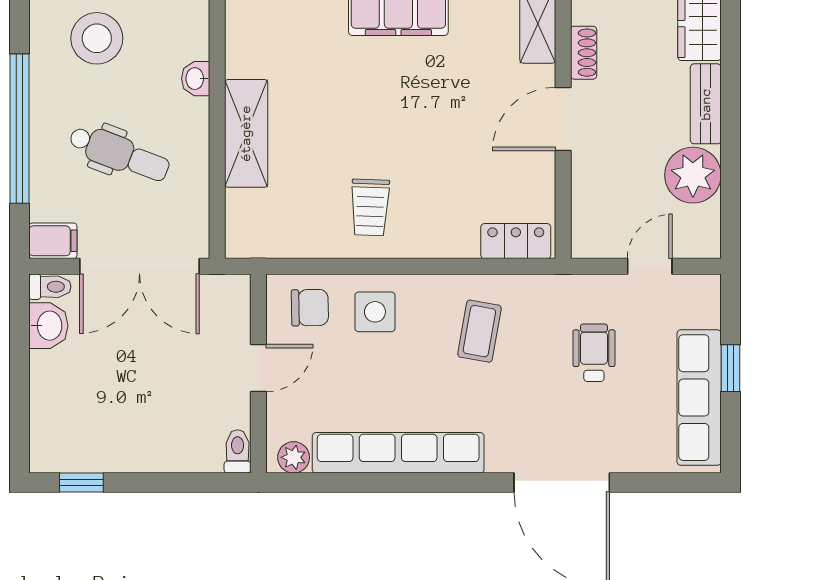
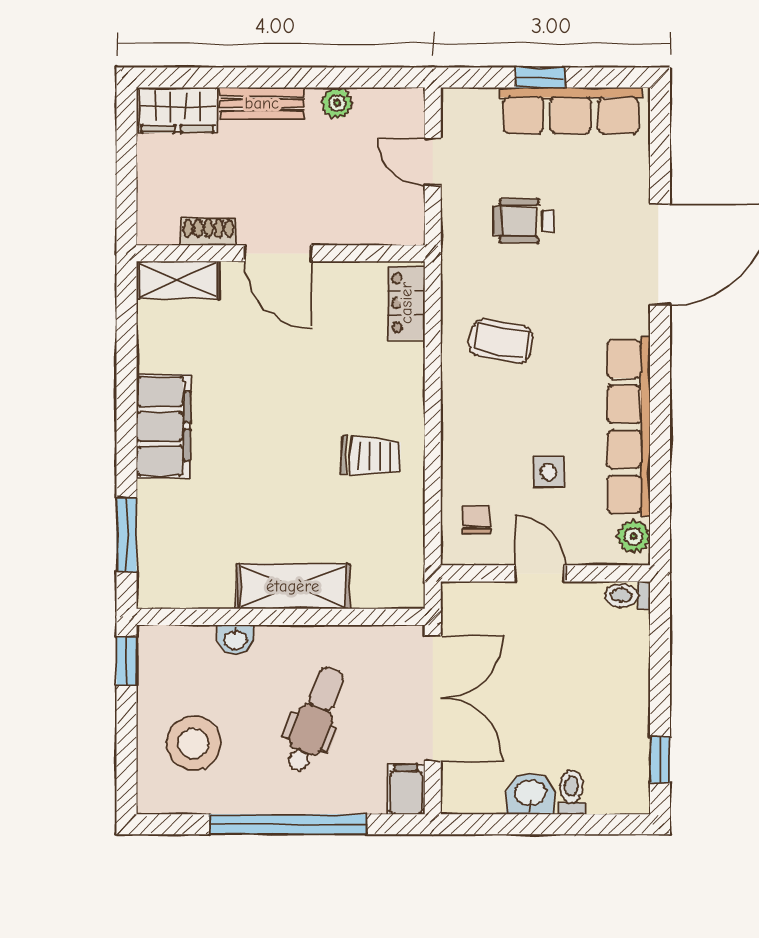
plant: (693, 175) -> (337, 103), width x0.53, depth x0.53
toilet: (50, 287) -> (571, 792), moved
chair: (310, 308) -> (476, 519), width x0.73, depth x0.73
side table: (375, 312) -> (548, 472), moved, width x0.73, depth x0.73
washbasin: (48, 326) -> (530, 794), moved

